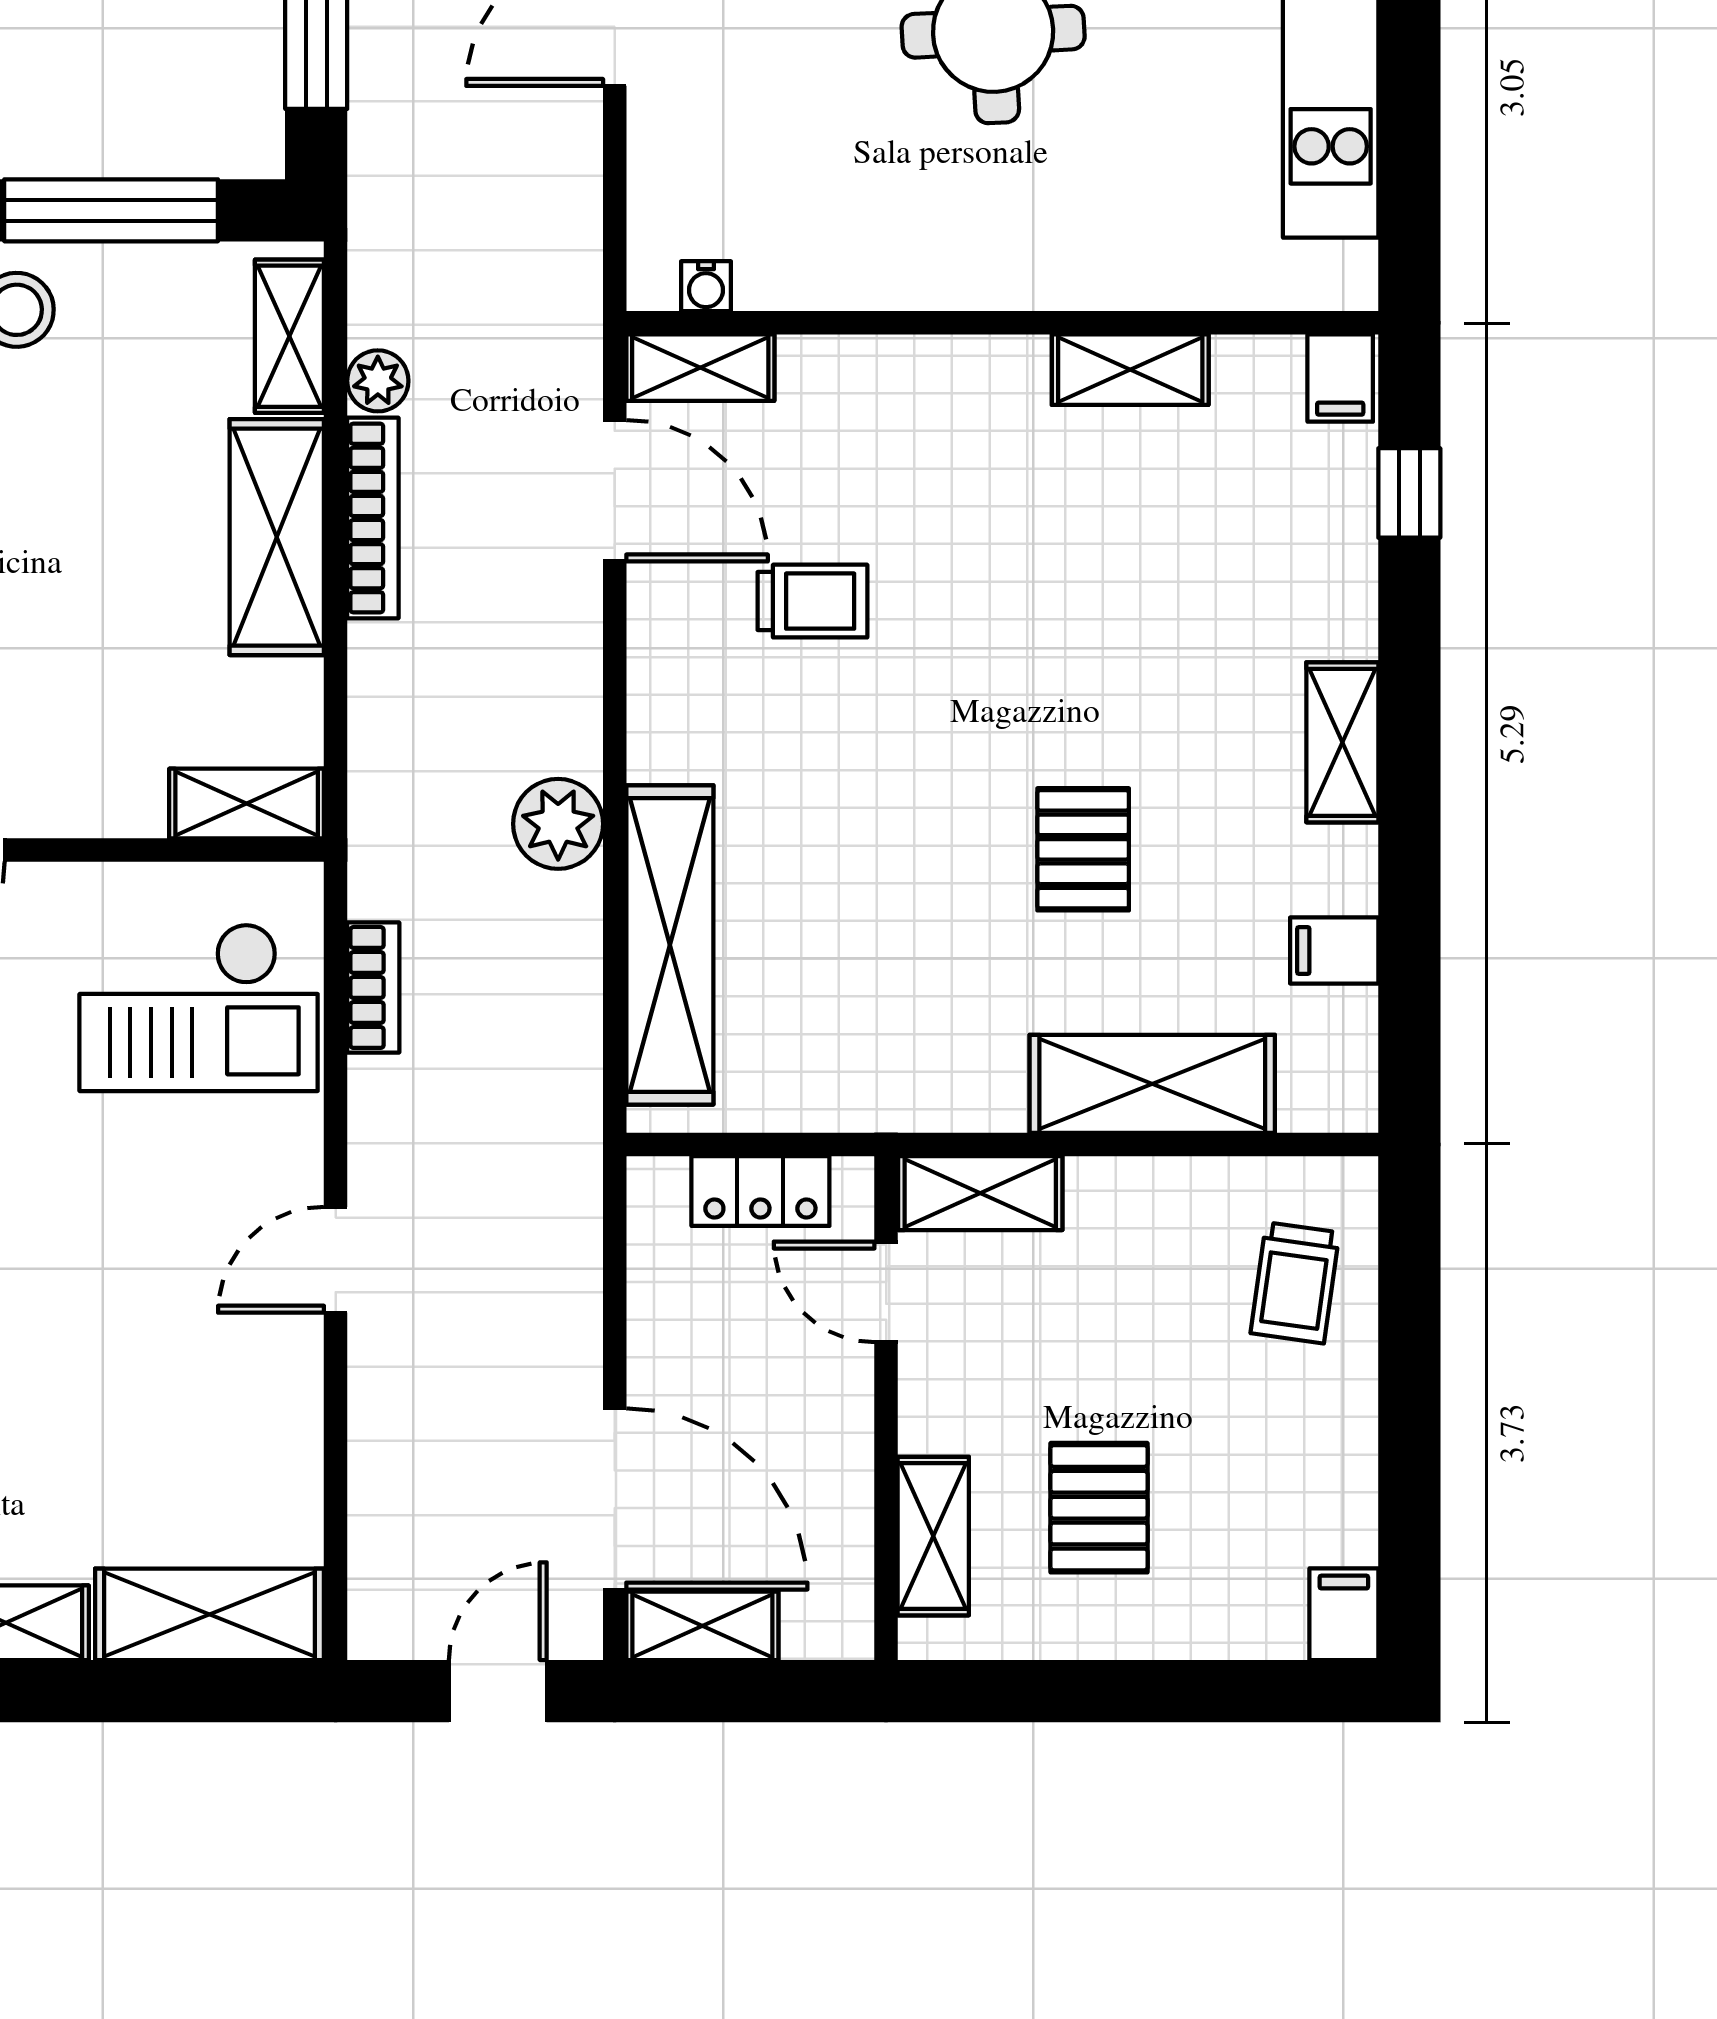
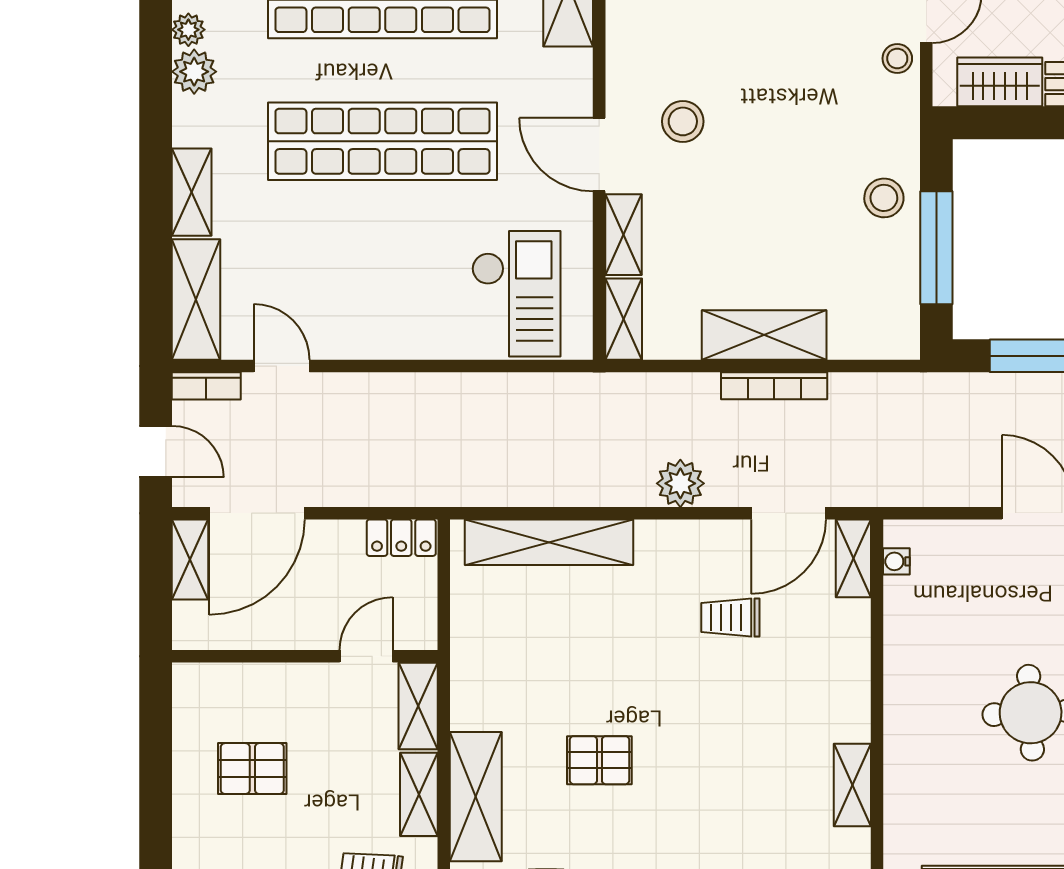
shelving: (289, 336) -> (623, 235), moved, turned 90
plant: (378, 381) -> (846, 388), removed
trolley: (812, 601) -> (730, 617), turned 90
plant: (558, 824) -> (680, 483), moved
bookcase: (373, 987) -> (206, 386), moved
checkout: (199, 1007) -> (516, 294), turned 180
locker: (760, 1191) -> (401, 538), moved, turned -90
door: (336, 1260) -> (282, 366), moved
shelving: (933, 1536) -> (419, 794), moved, turned 90

